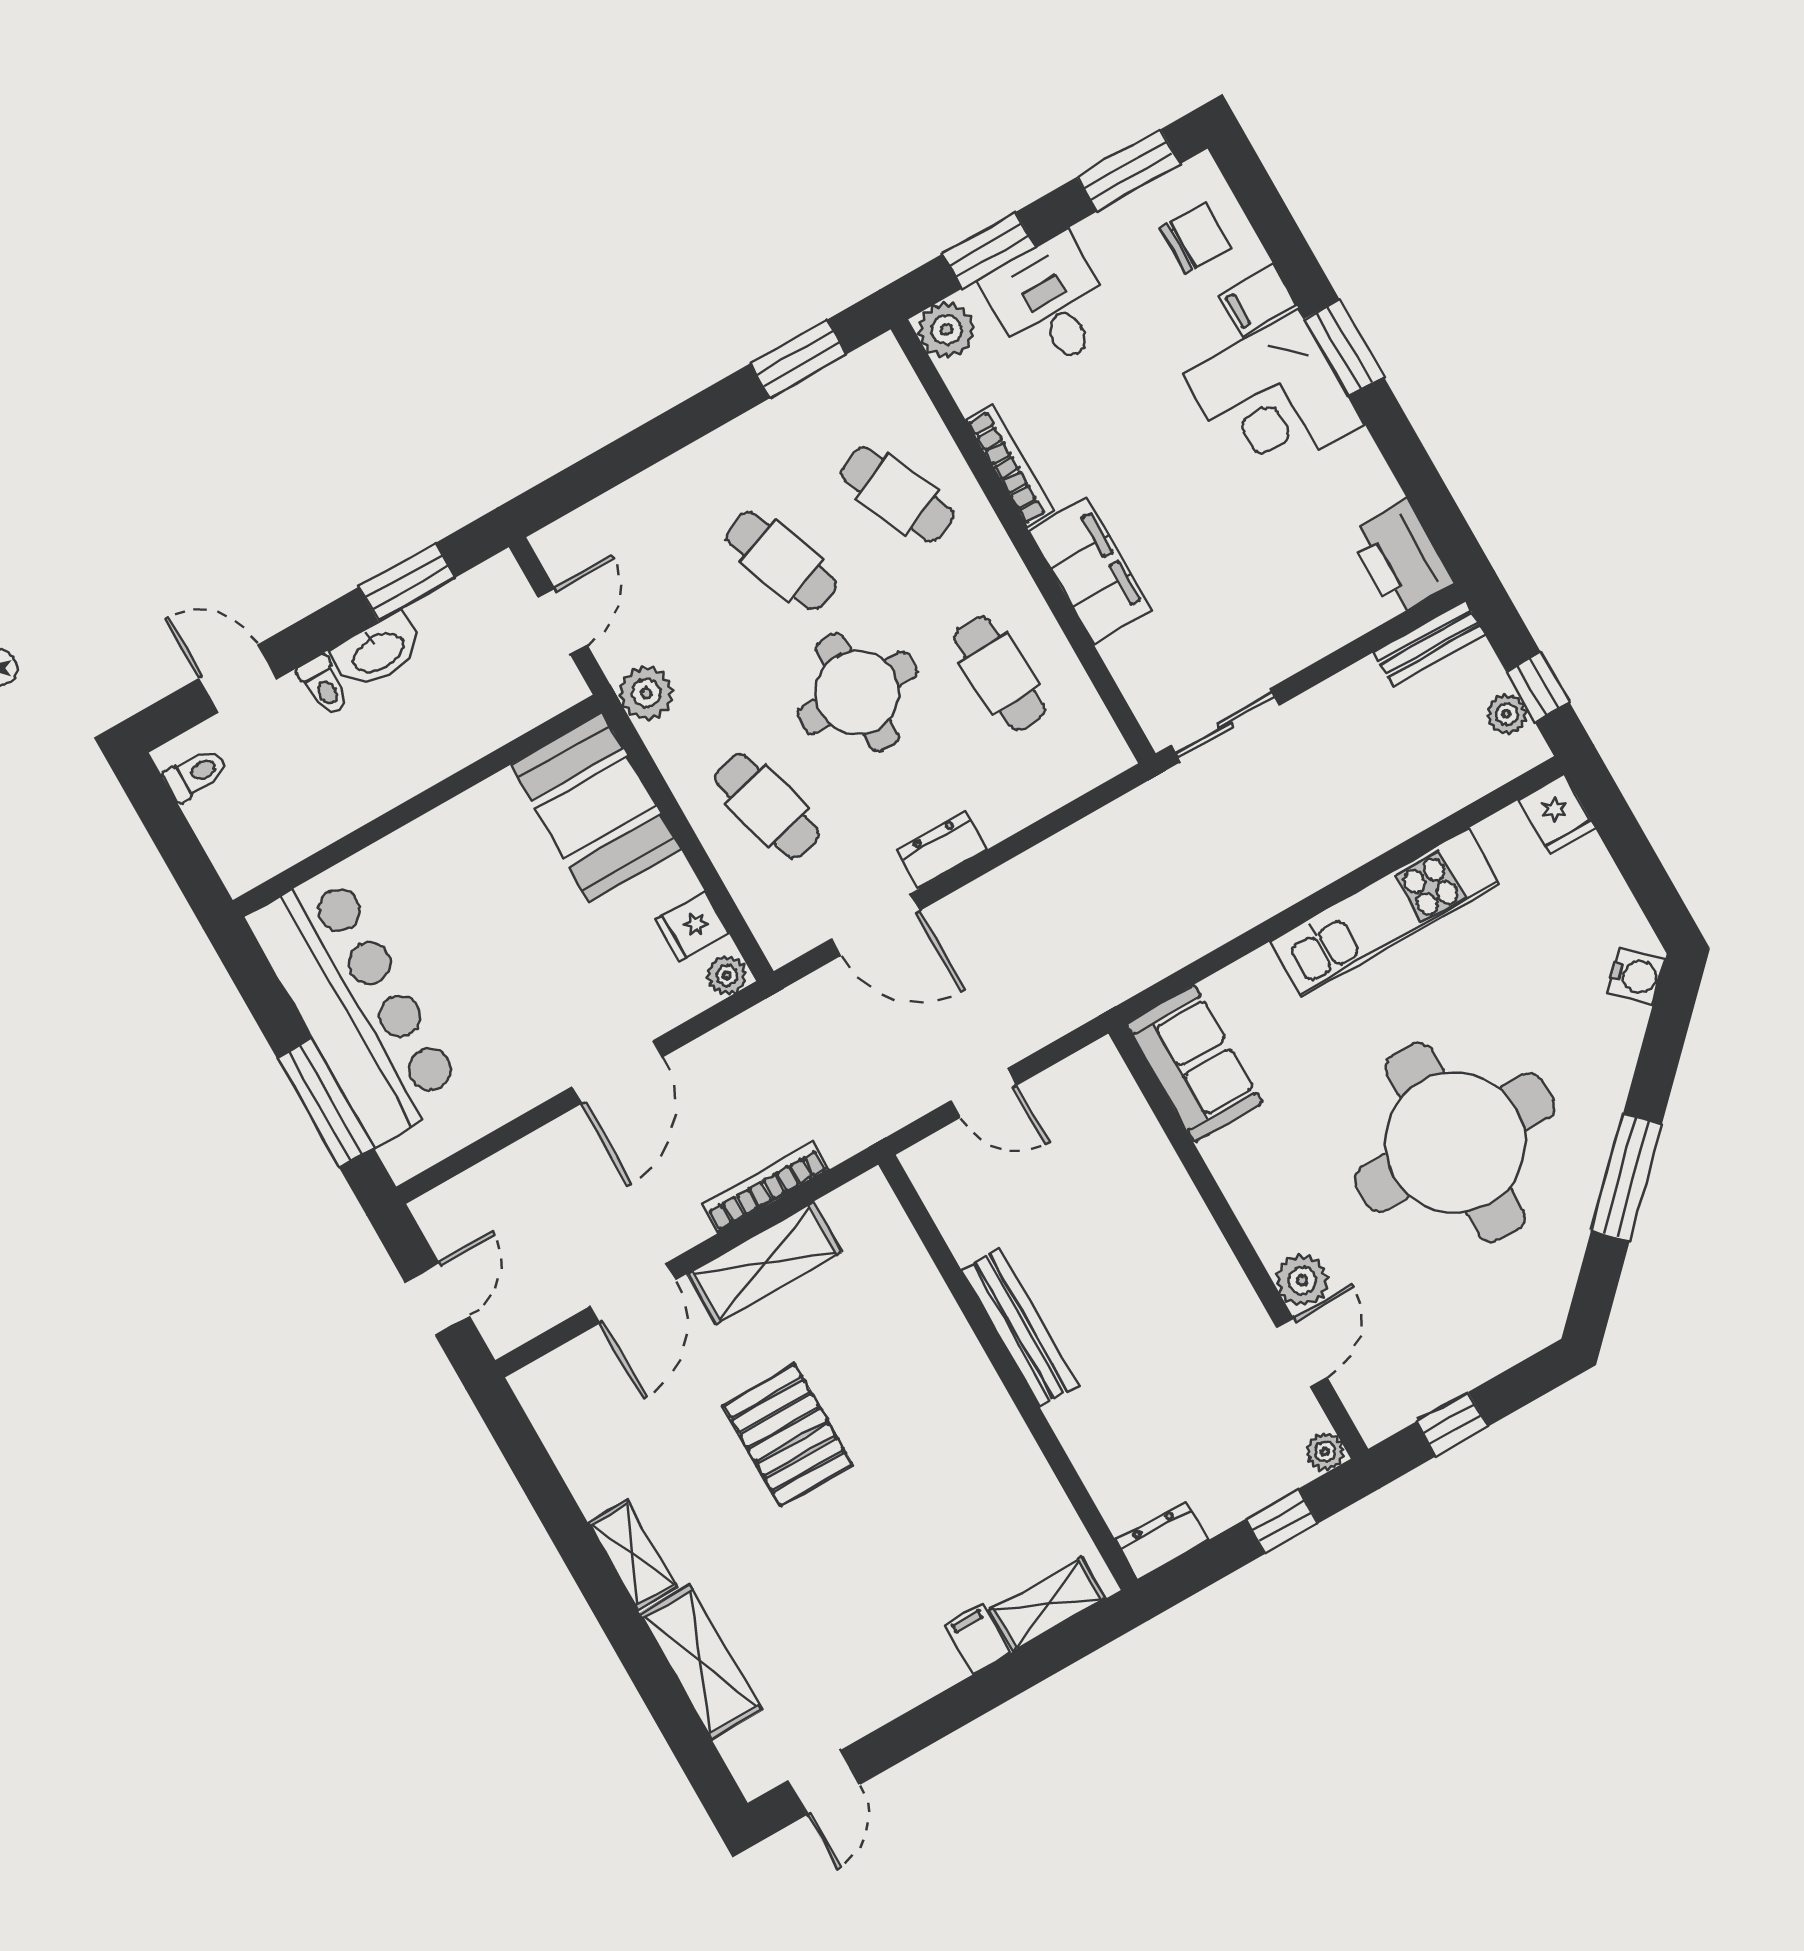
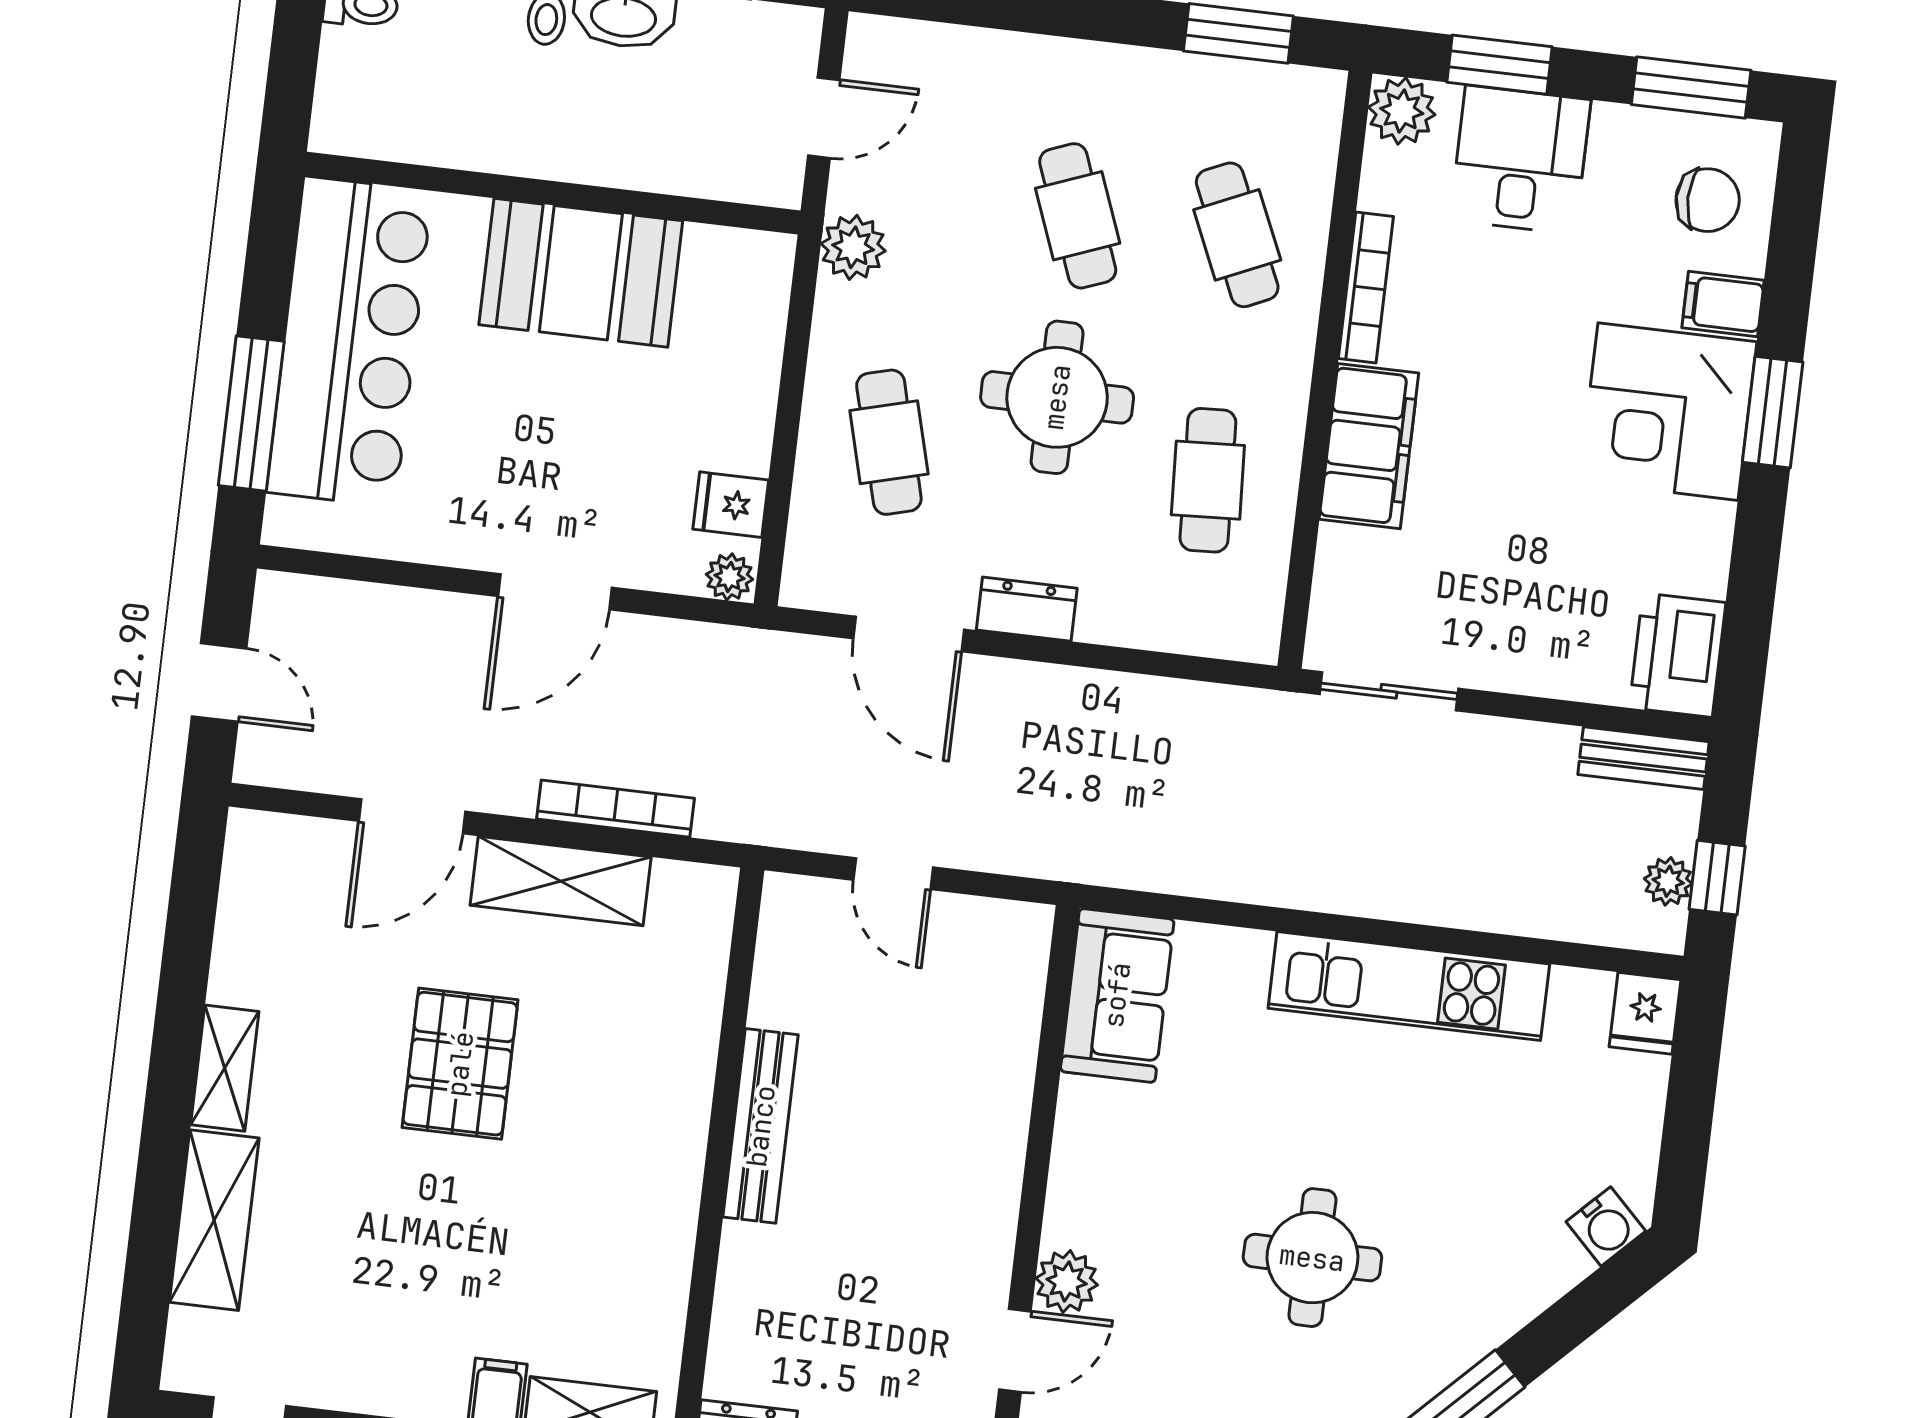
booth: (596, 808) -> (581, 273), moved, turned 90
round table: (1455, 1142) -> (1312, 1258), width x0.54, depth x0.54
door: (437, 1299) -> (219, 682), hinge flipped

